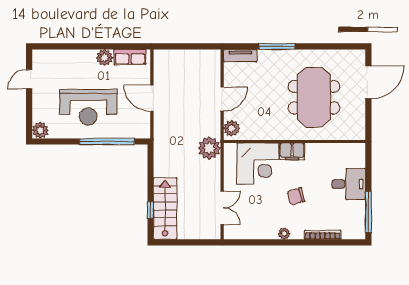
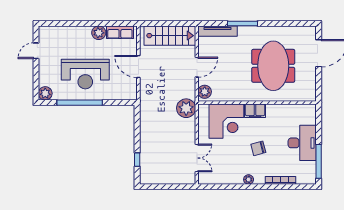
tv unit: (240, 56) -> (218, 31), width x1.41
window: (107, 141) -> (80, 103), moved
desk: (349, 184) -> (302, 143), width x1.37
stairs: (165, 209) -> (170, 36), moved, turned 90

